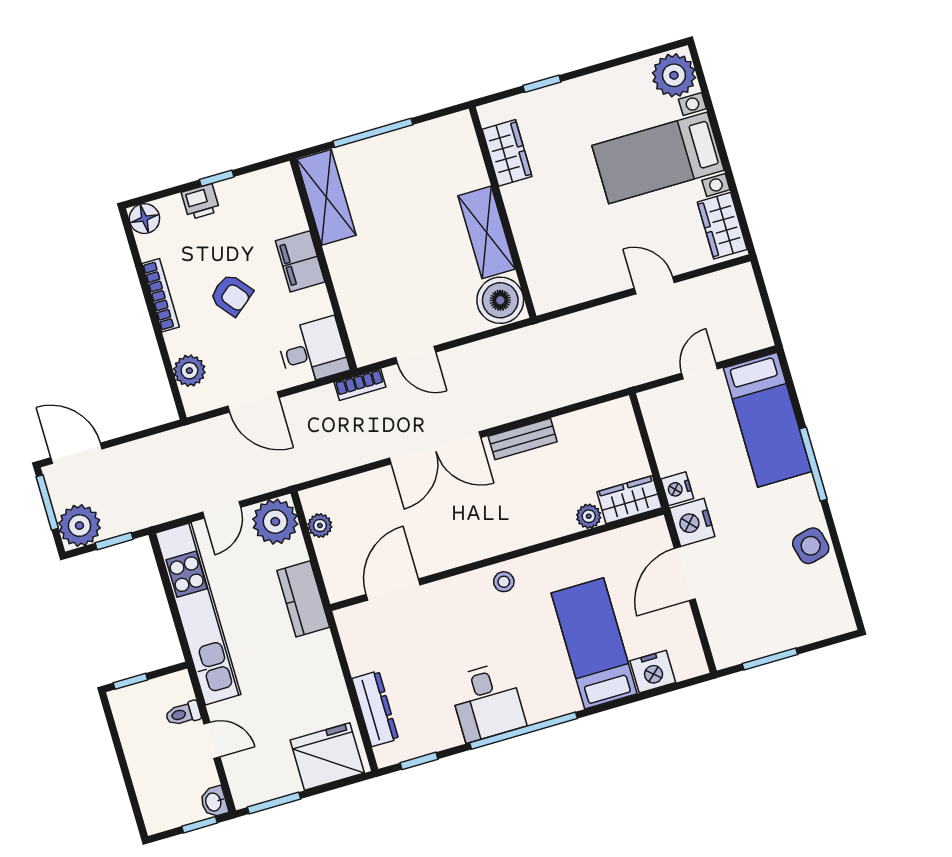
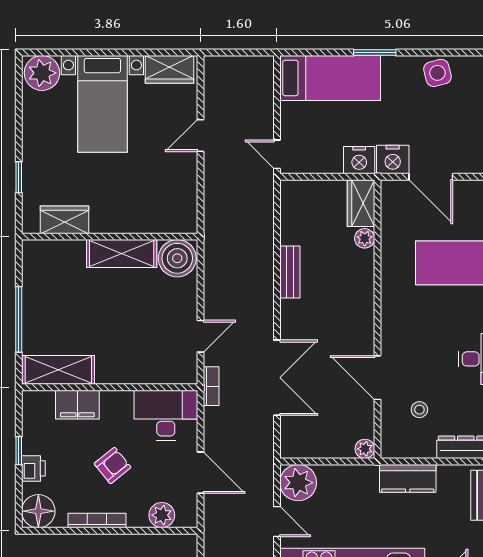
floor lamp: (144, 219) -> (38, 511), width x1.38, depth x1.38
filing cabinet: (300, 261) -> (77, 405), moved
desk: (313, 351) -> (166, 415), width x1.37
door: (700, 371) -> (277, 154), moved
door: (253, 402) -> (200, 473), hinge flipped
double door: (435, 448) -> (277, 378), moved
window: (813, 464) -> (375, 53), width x0.69
nightstand: (677, 489) -> (359, 160), width x1.36, depth x1.33
plant: (320, 526) -> (365, 449), moved
stool: (504, 582) -> (419, 410), moved
door: (393, 590) -> (377, 378), moved
kitchen counter: (303, 599) -> (408, 478), moved

